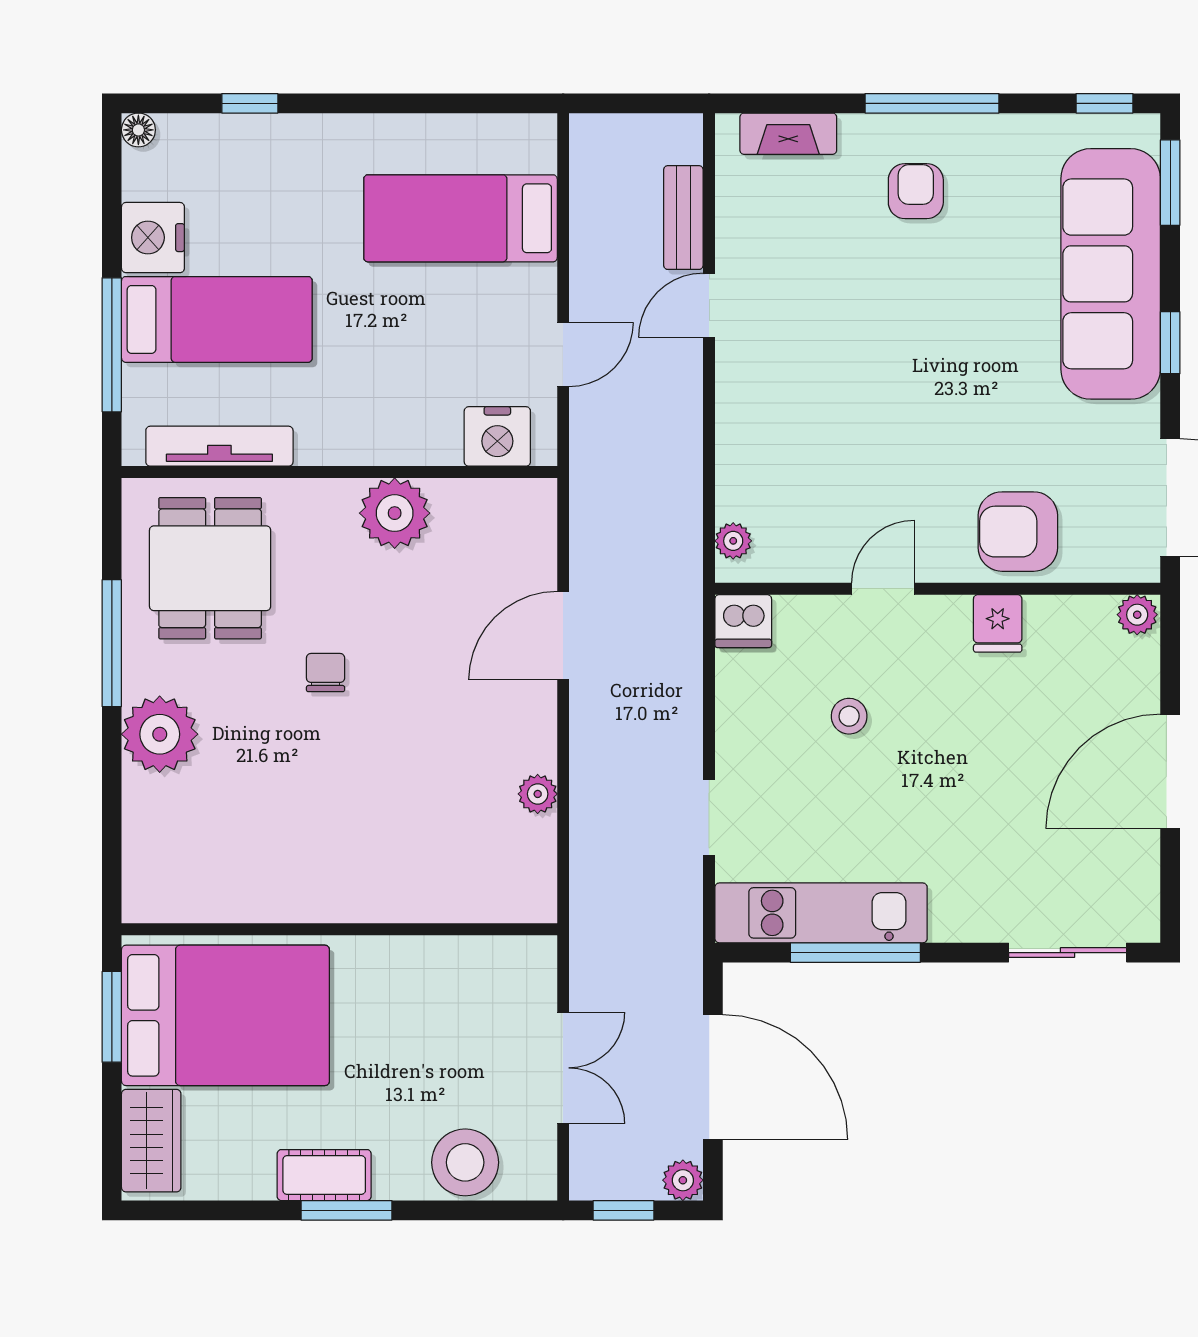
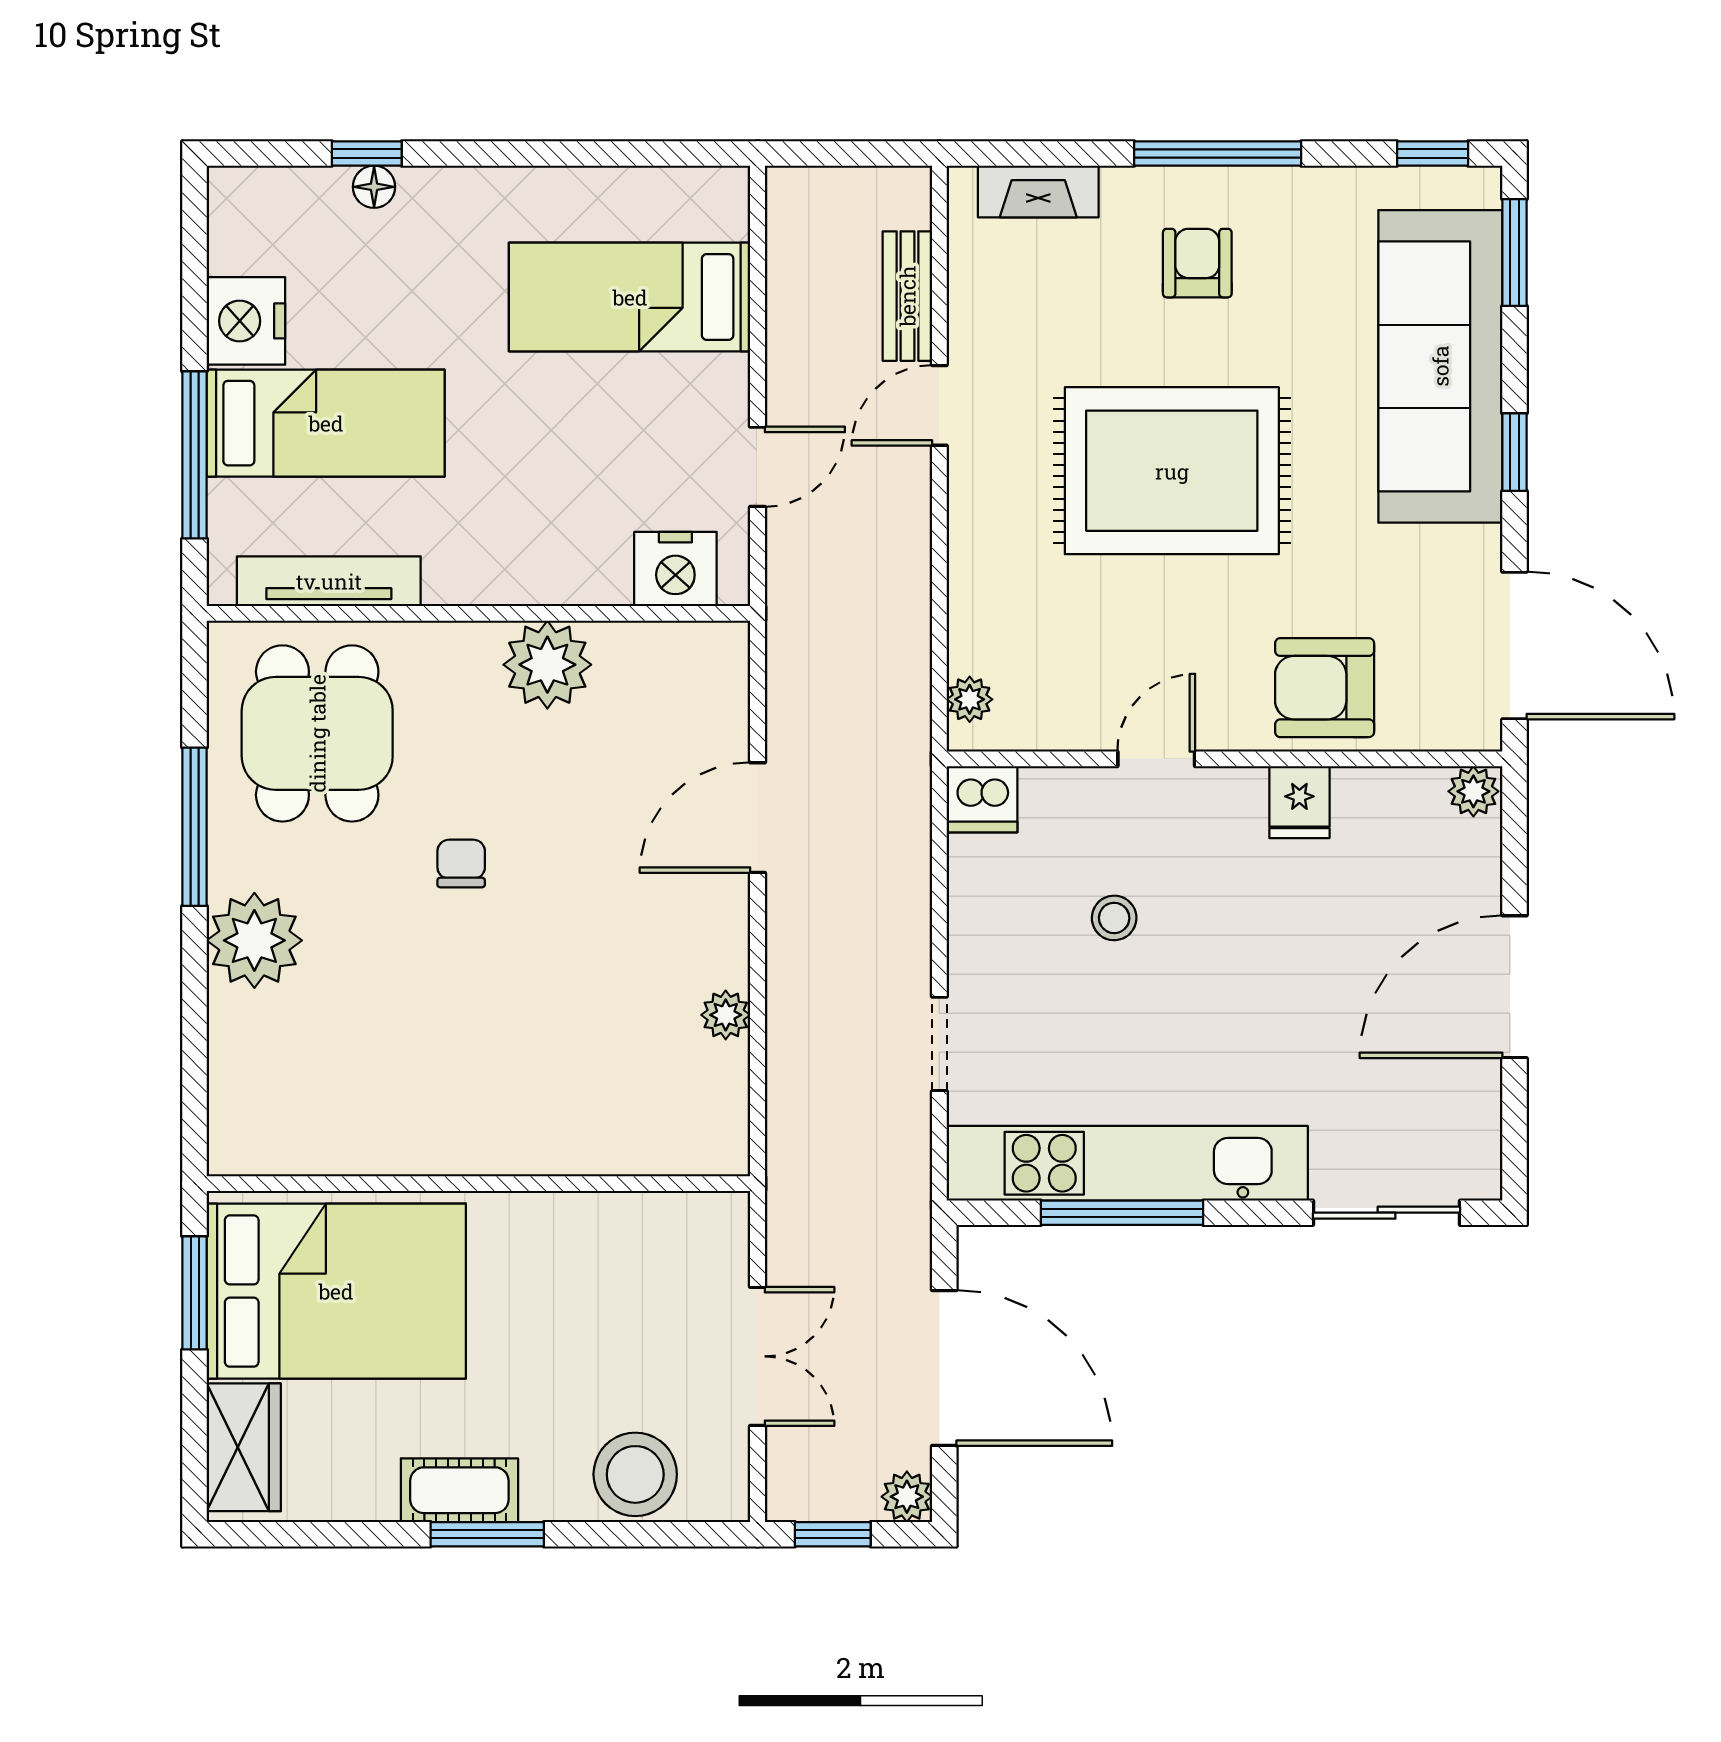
floor lamp: (138, 130) -> (374, 187), moved
rug: (895, 358) -> (1172, 471), added
kitchen unit: (821, 913) -> (1127, 1163), width x1.36

